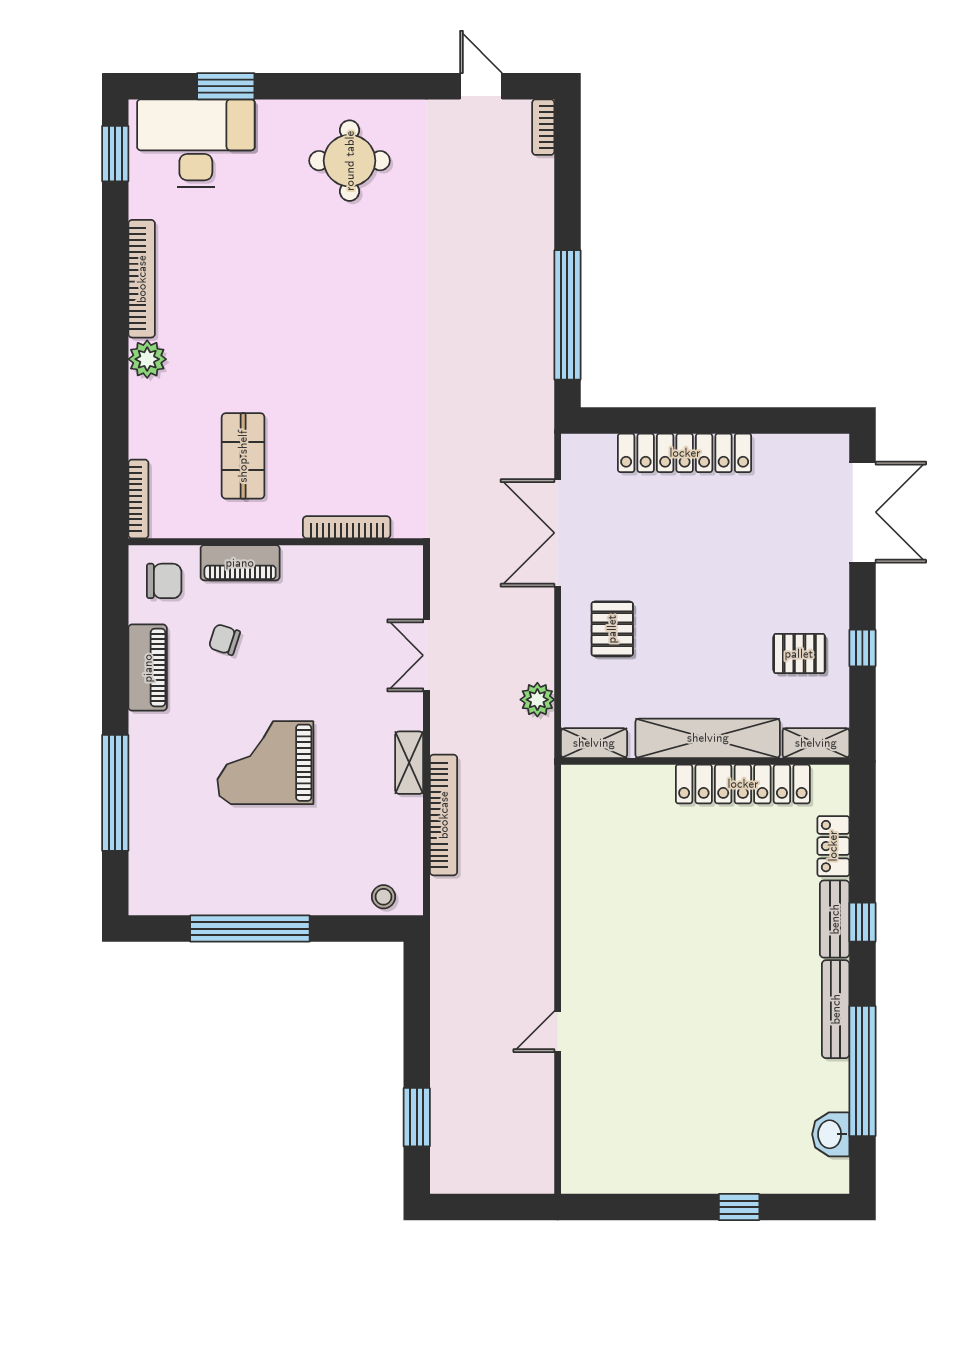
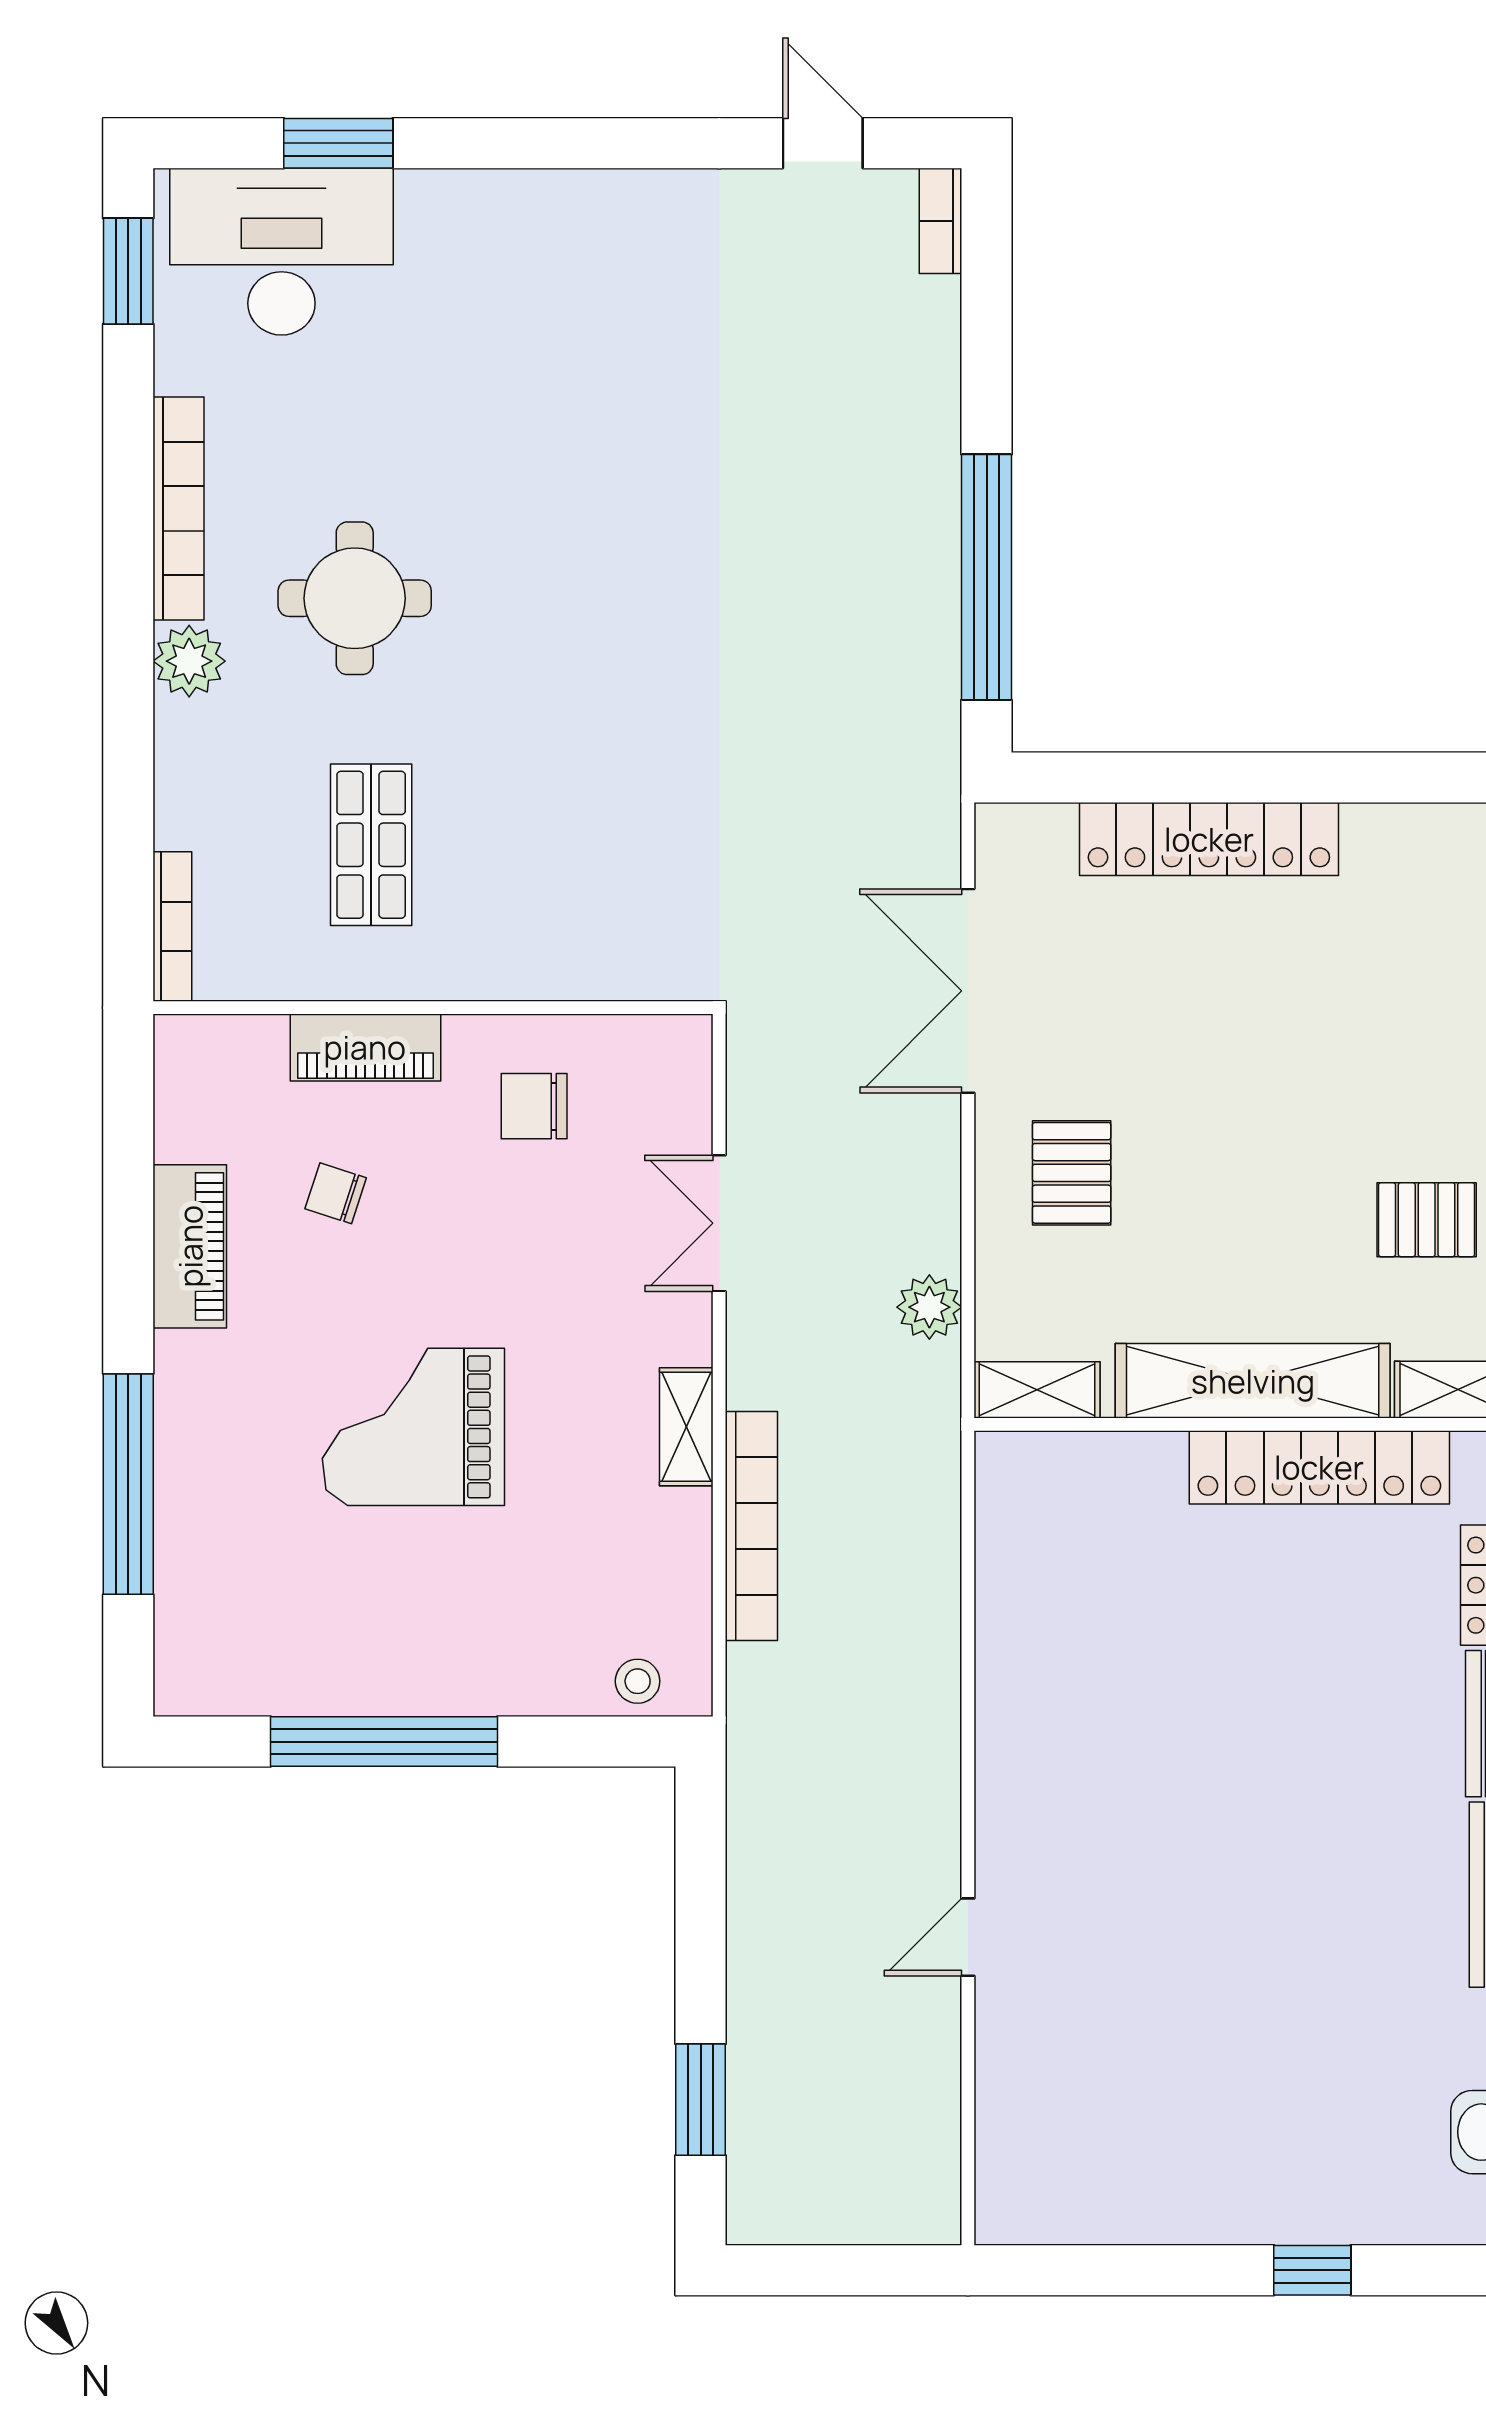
round table: (350, 161) -> (355, 598), moved
bookcase: (347, 527) -> (568, 980), removed
chair: (164, 581) -> (534, 1106), moved, turned 180

